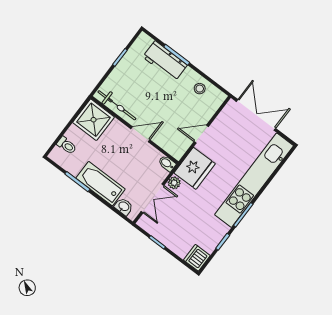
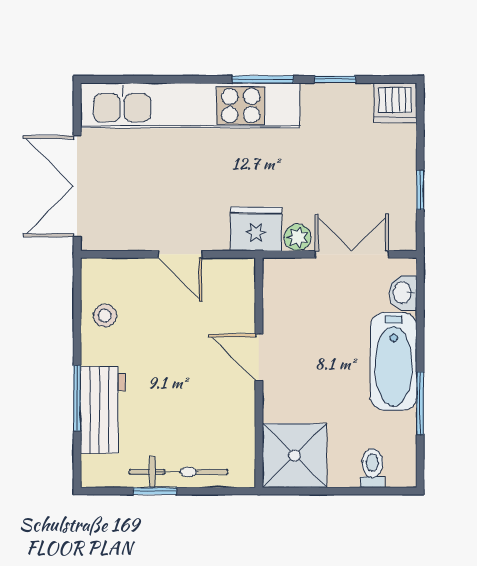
bicycle: (117, 105) -> (178, 472), moved, turned 90
bidet: (167, 163) -> (274, 275), removed
fridge: (195, 168) -> (256, 229), width x0.73, depth x0.75

